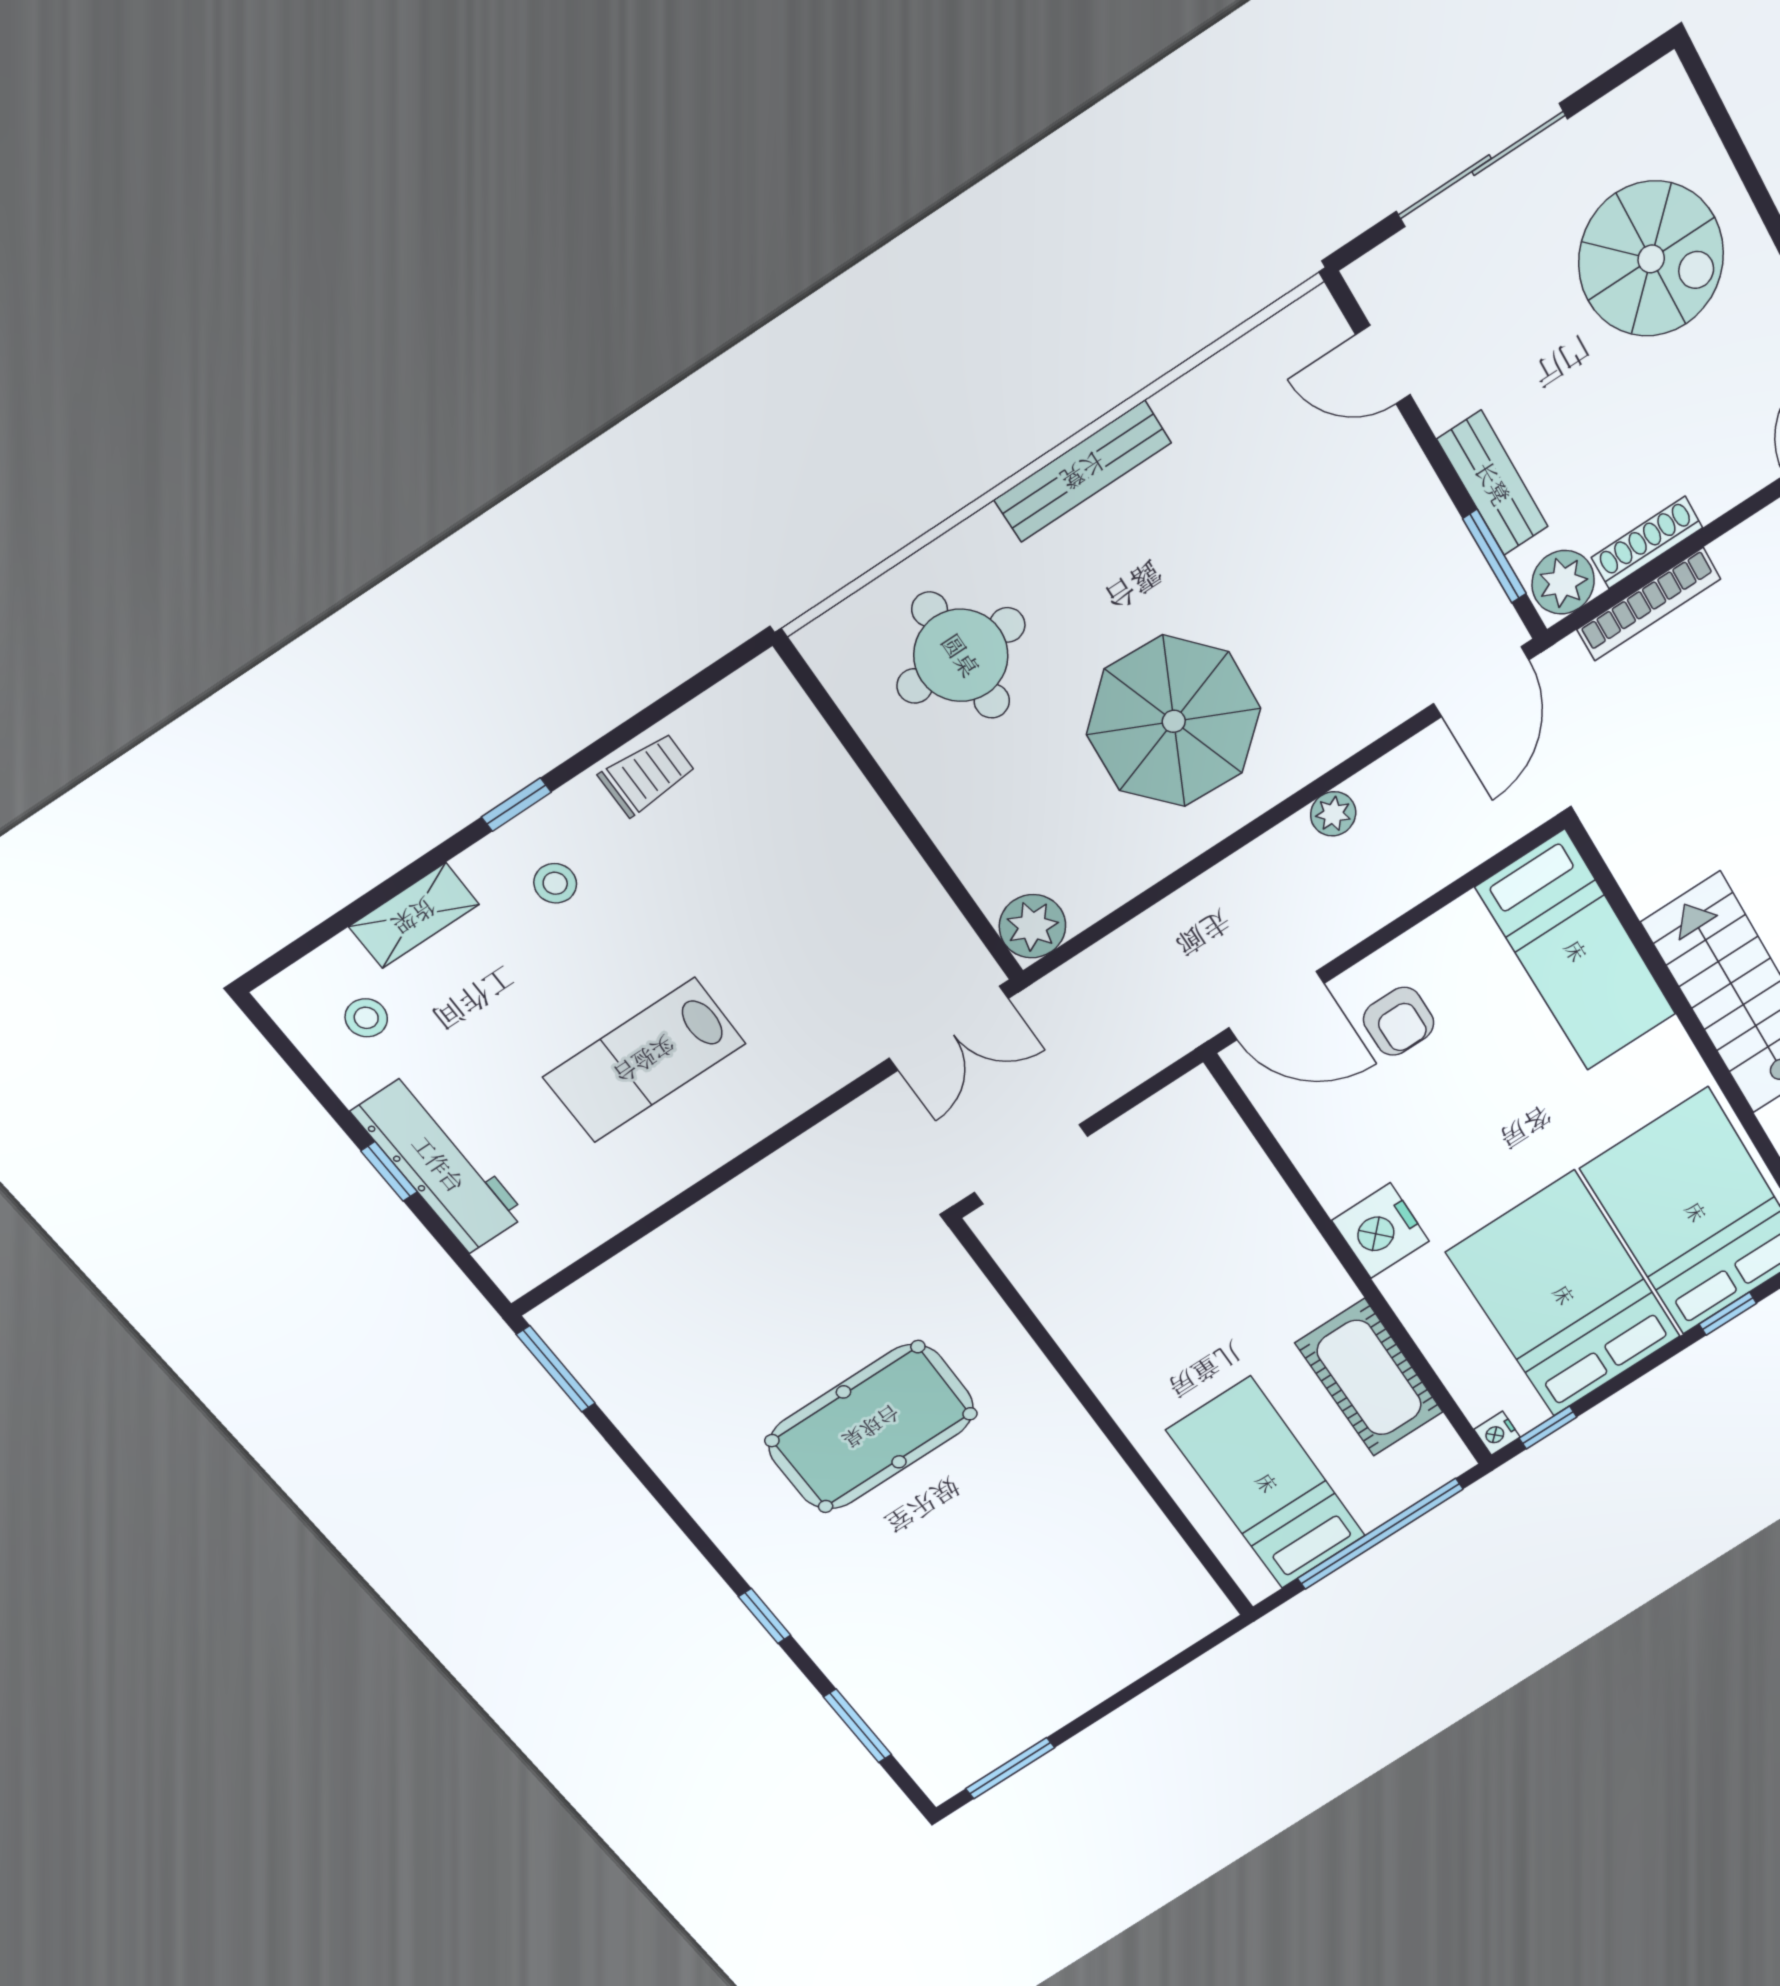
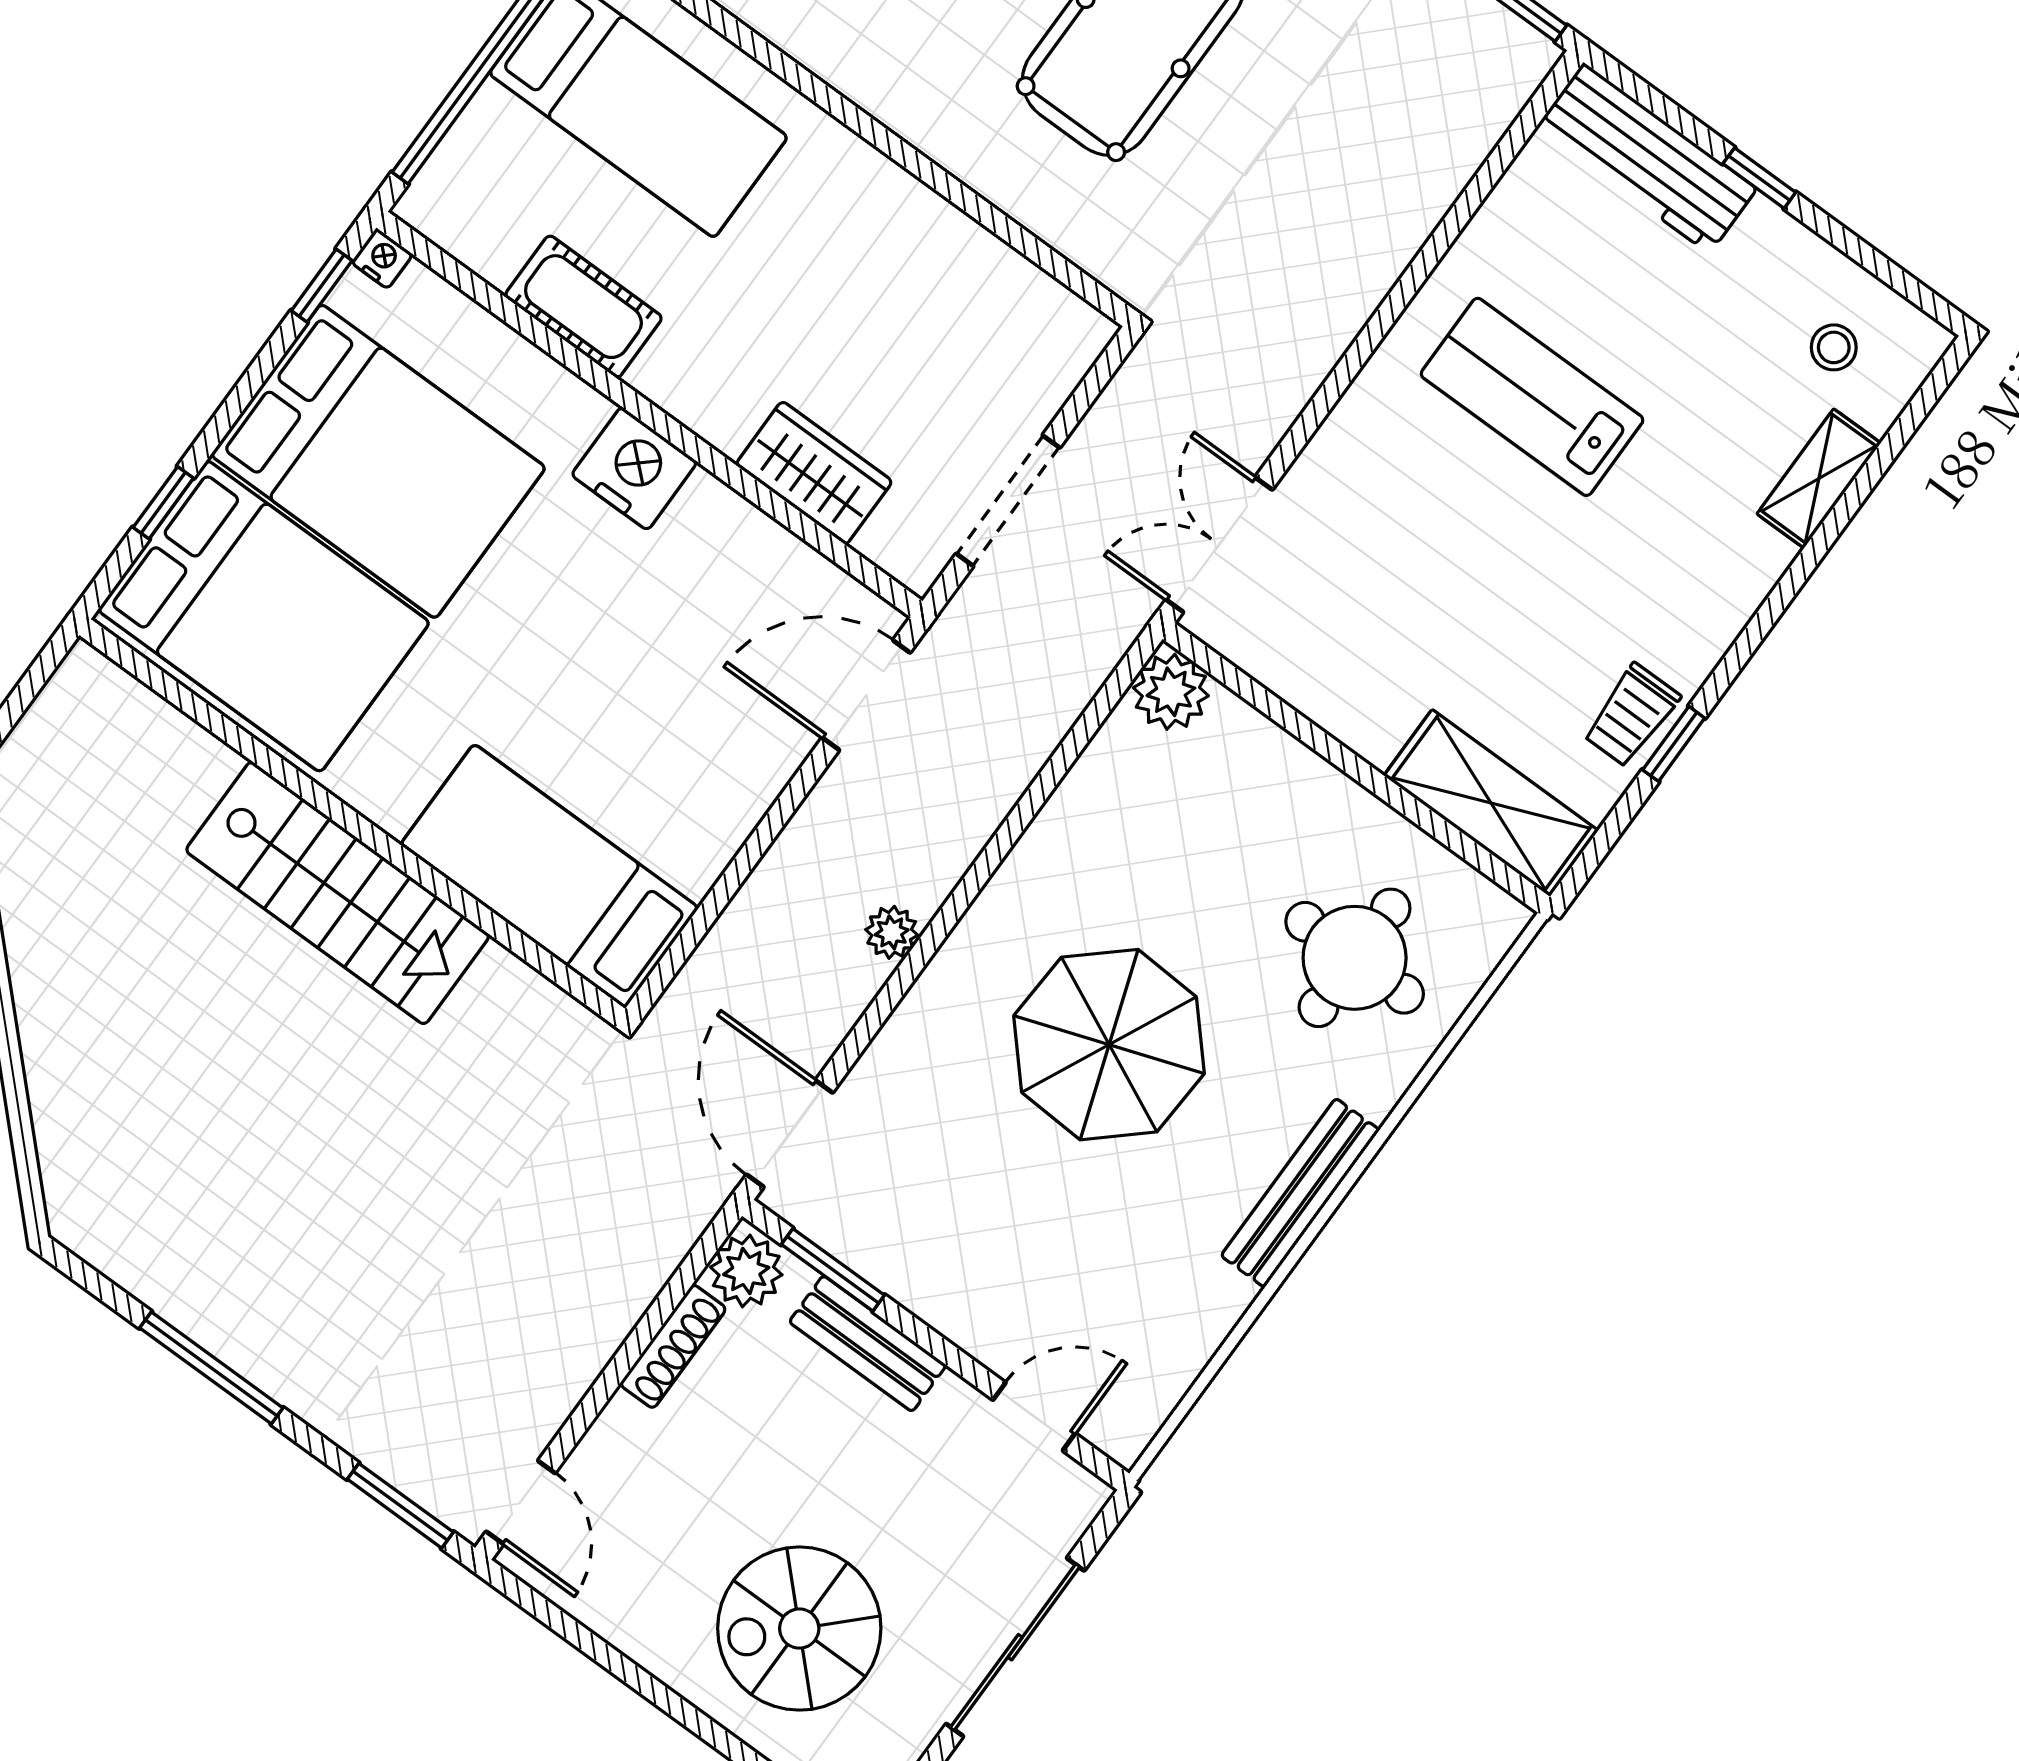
bookcase: (1649, 604) -> (641, 1283), removed
parasol: (1174, 721) -> (1109, 1045), moved
shelving: (796, 743) -> (1491, 803), added
window: (516, 805) -> (1674, 744), moved
stool: (555, 883) -> (1687, 564), removed
armchair: (1399, 1021) -> (719, 725), removed
lab bench: (644, 1060) -> (1532, 397), turned -90
workbench: (439, 1164) -> (1646, 158), moved
doorway: (1031, 1164) -> (1008, 501), moved
wardrobe: (1247, 1185) -> (814, 473), added
cot: (1369, 1378) -> (583, 307), width x0.73, depth x0.75

